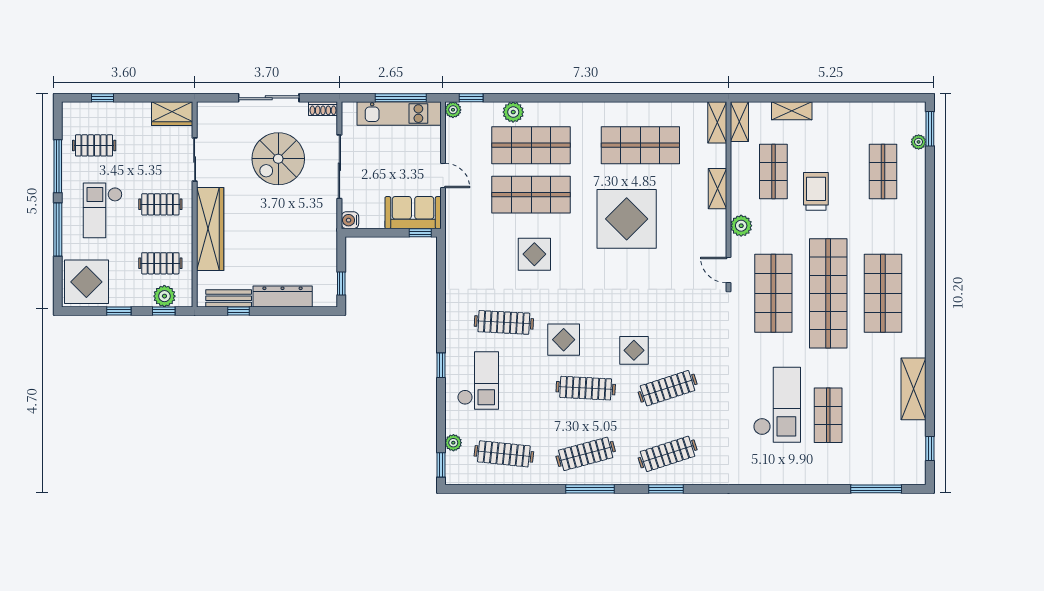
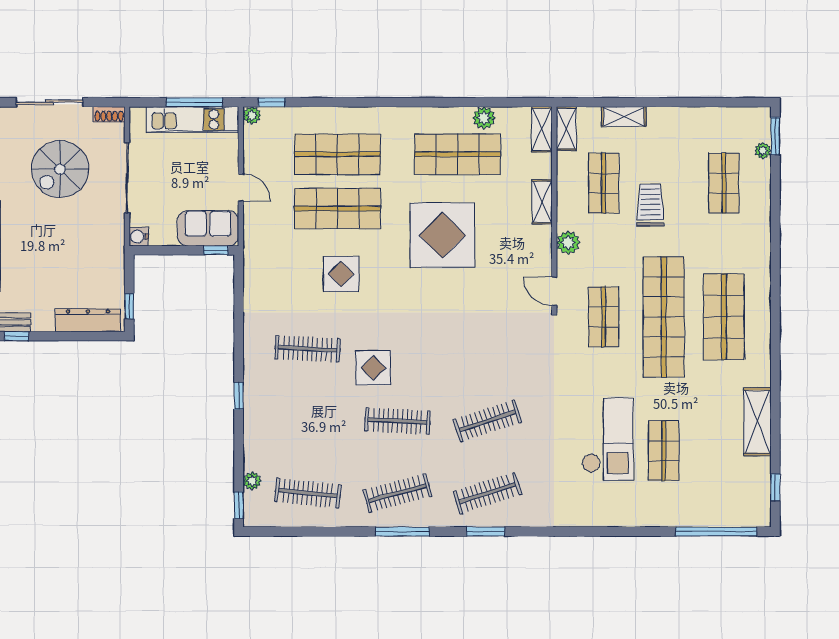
plant: (513, 112) -> (484, 118), moved
shop shelf: (773, 293) -> (604, 317), width x0.70, depth x0.74
dresser: (283, 296) -> (88, 320), moved
display table: (634, 350) -> (451, 379), removed
checkout: (478, 380) -> (279, 413), removed
window: (876, 489) -> (716, 532), width x1.46

